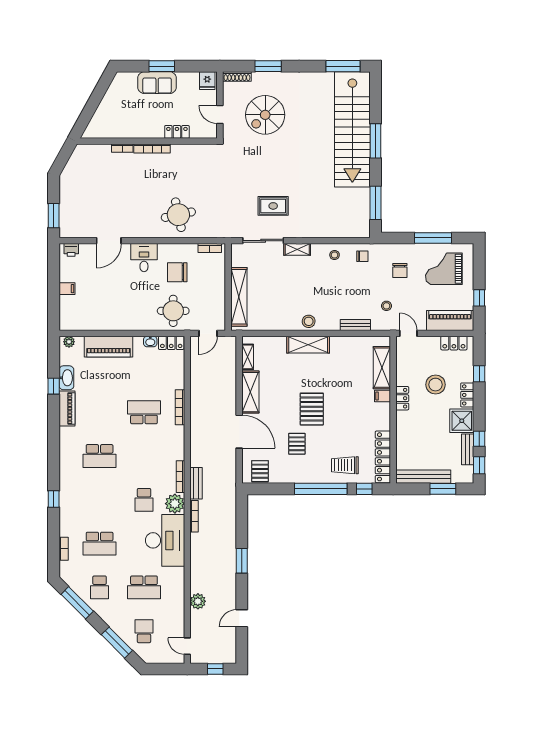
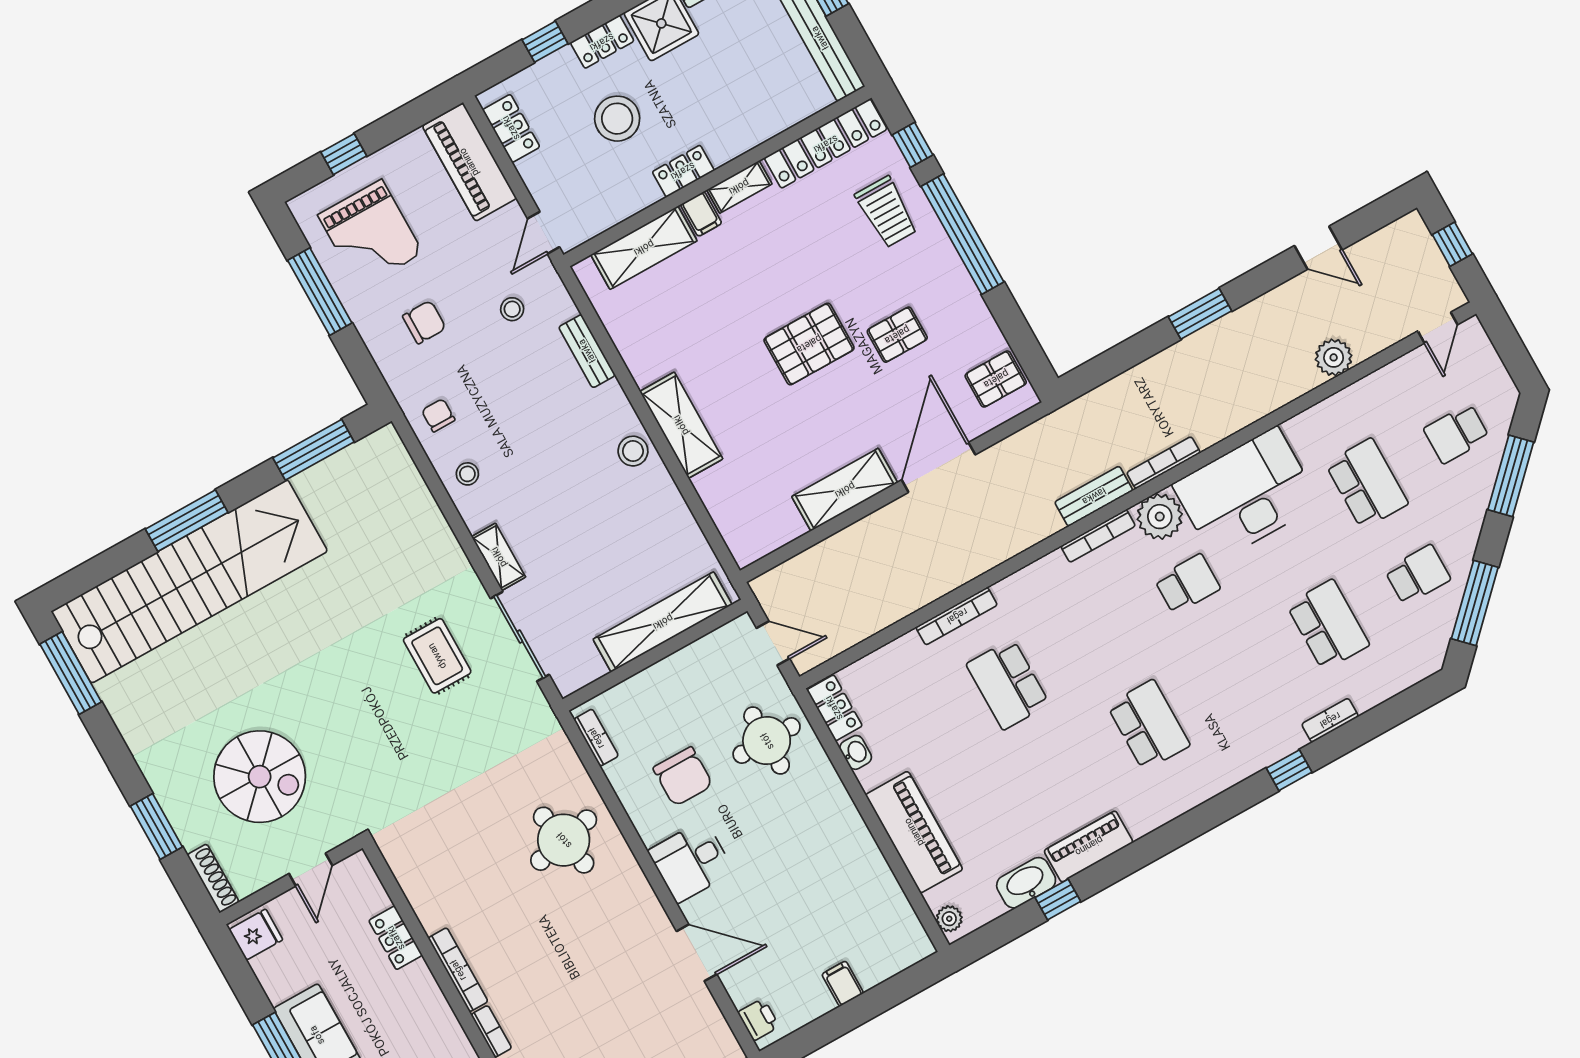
window: (479, 298) -> (344, 154), moved
shelving: (248, 357) -> (739, 187), moved
bookcase: (64, 549) -> (1330, 720), moved

